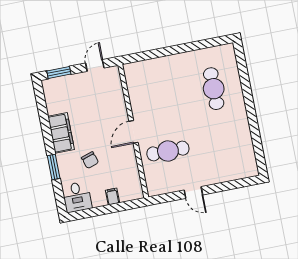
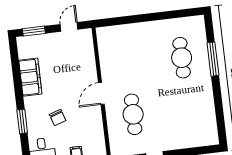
window: (246, 88) -> (213, 59), added
filing cabinet: (61, 133) -> (30, 77), moved
cafe table: (168, 151) -> (133, 114), turned 90

